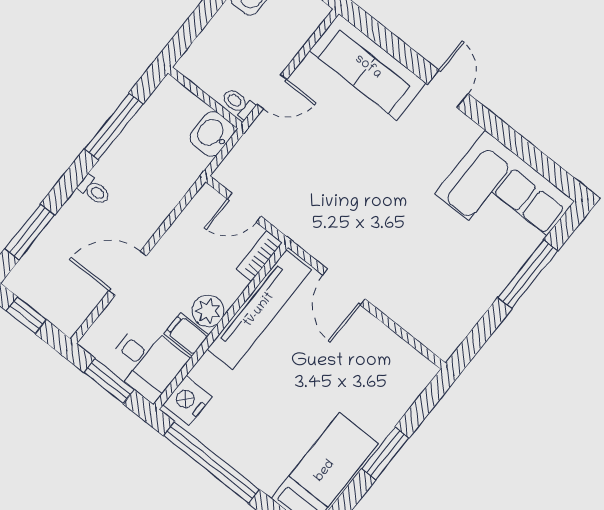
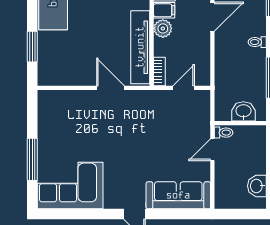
washbasin: (212, 134) -> (243, 111), moved, turned -90
window: (385, 453) -> (32, 47), moved

